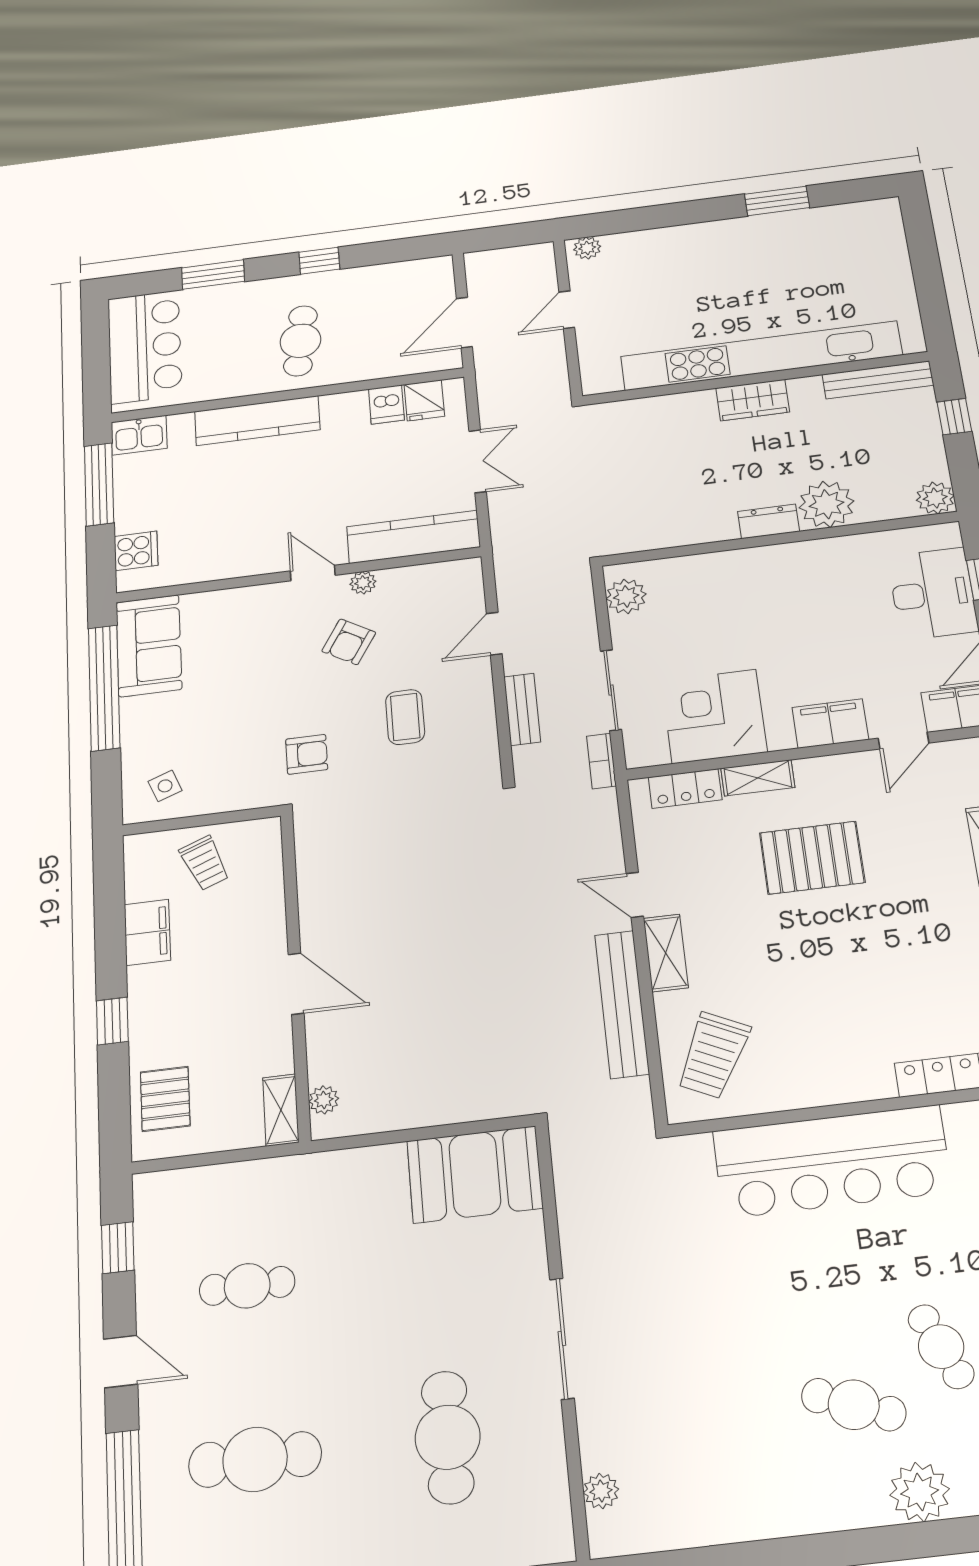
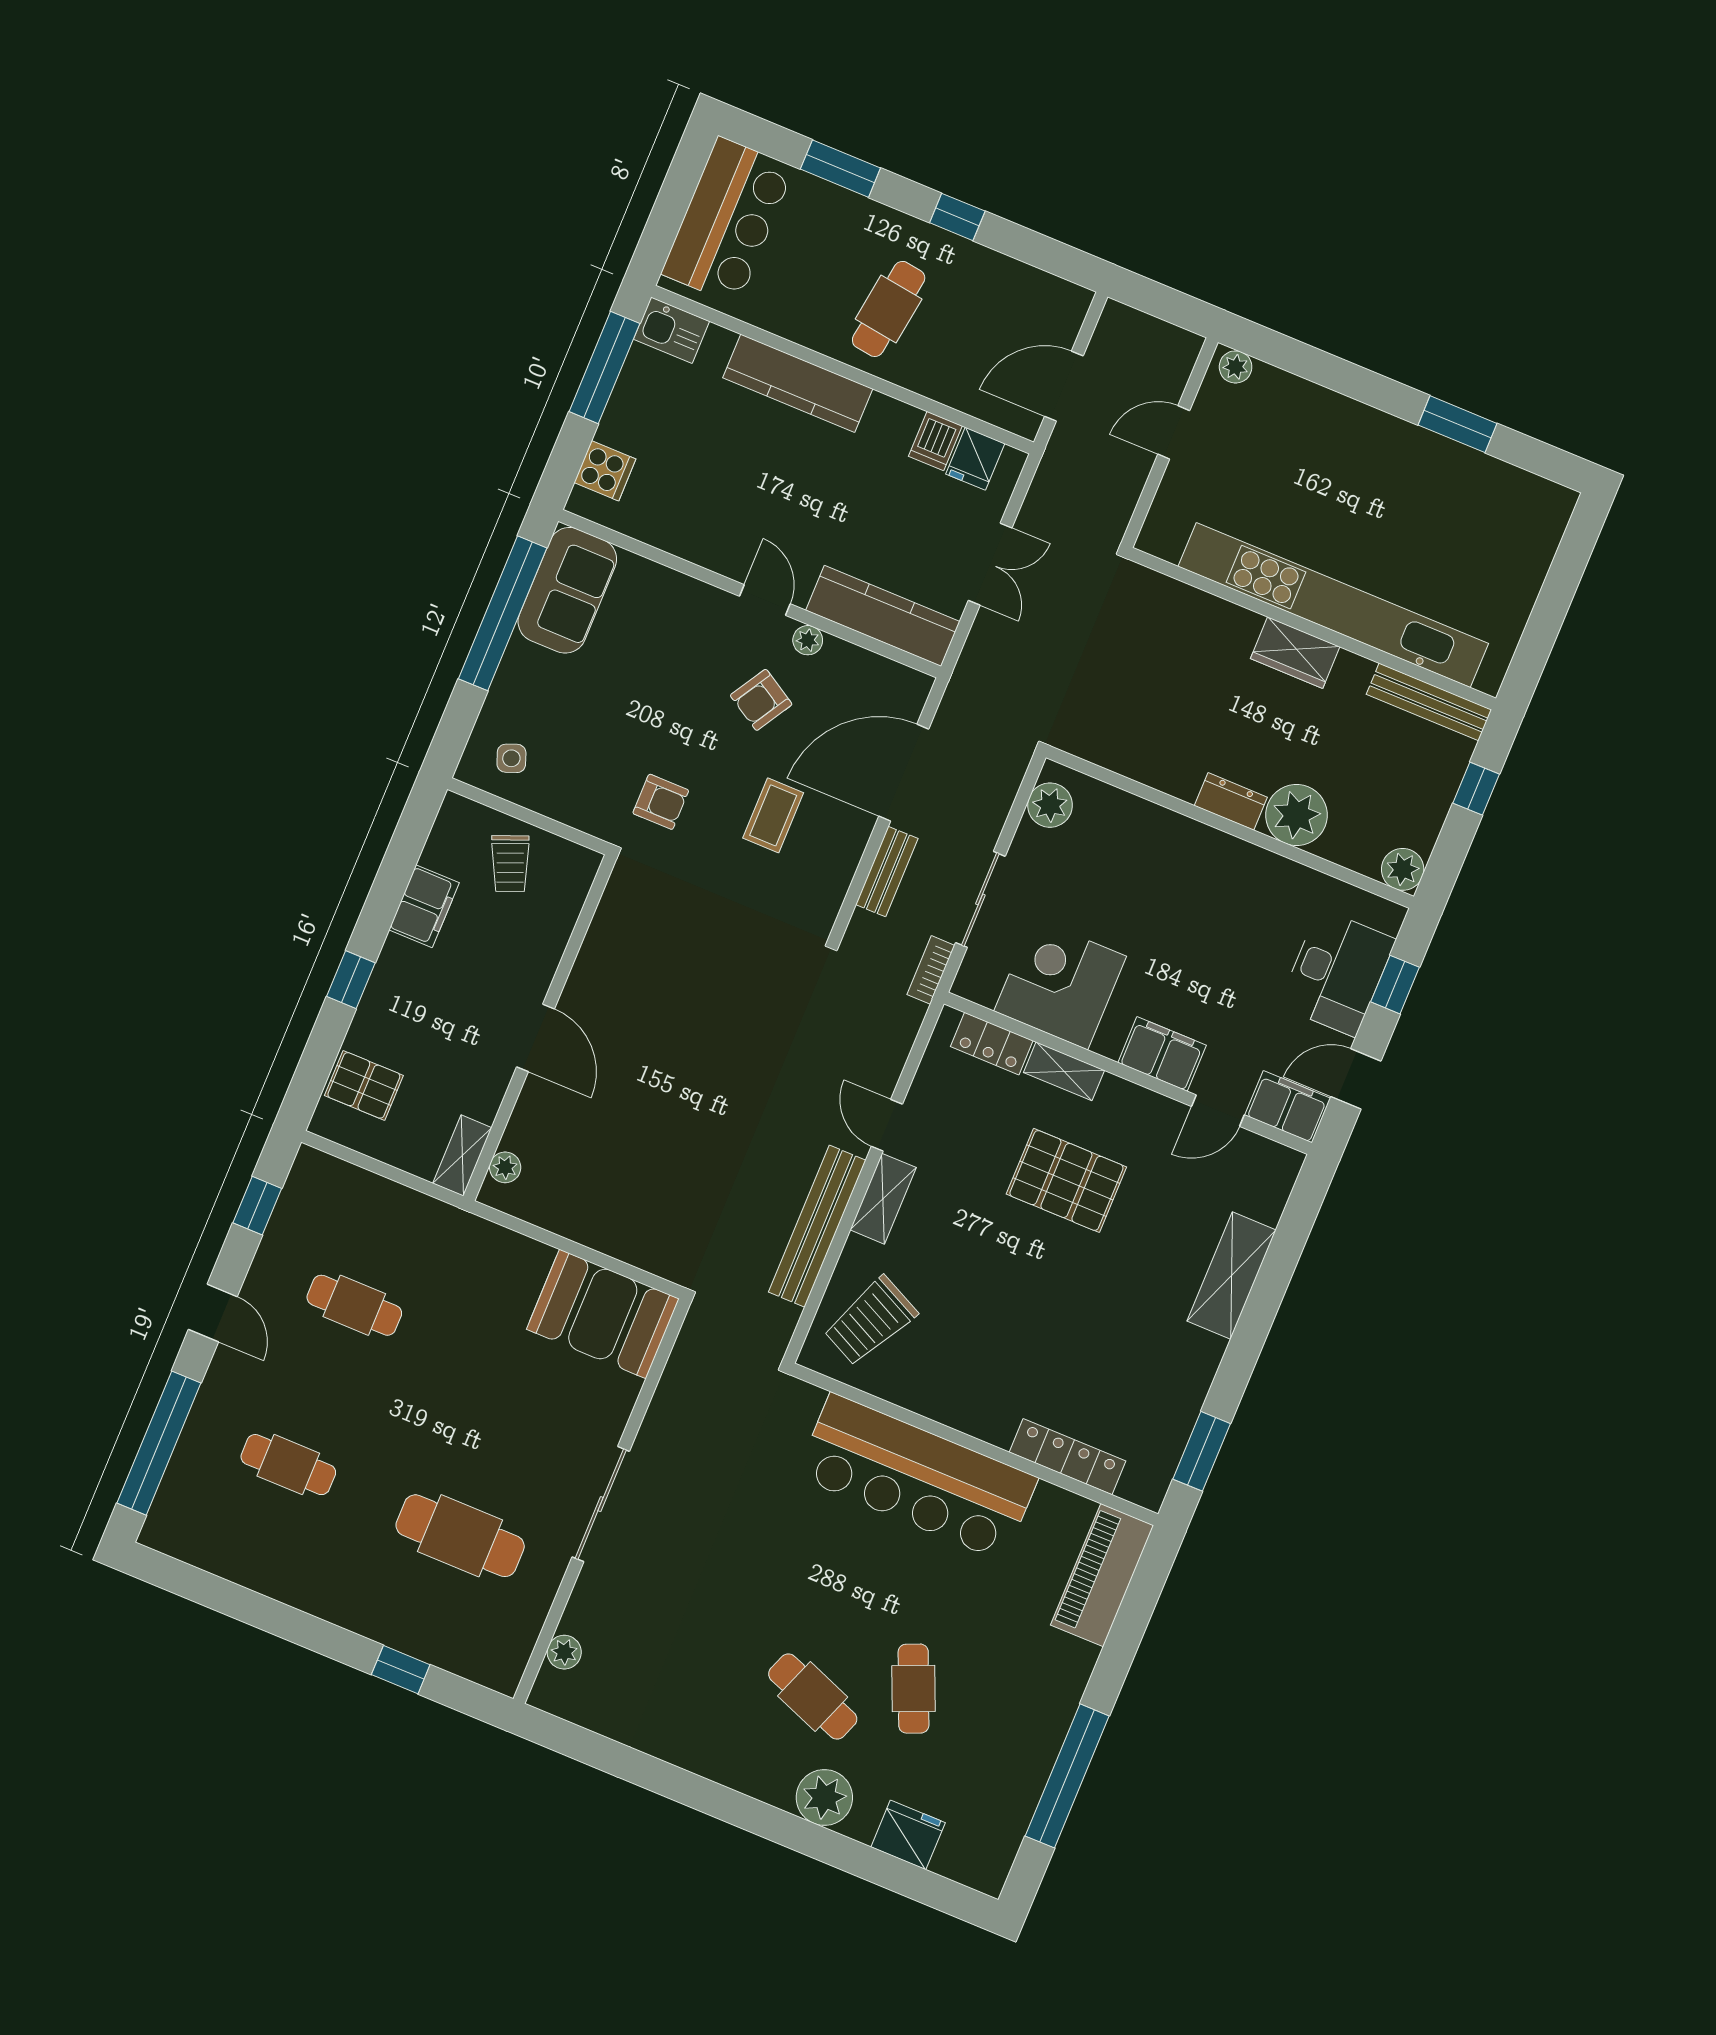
door: (494, 634) -> (904, 773), width x1.88
pallet: (165, 1099) -> (364, 1085), turned 90
cafe table: (448, 1437) -> (460, 1536), turned 90
cafe table: (255, 1459) -> (288, 1465), width x0.73, depth x0.74

